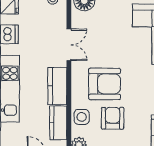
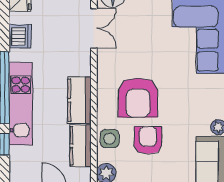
double door: (69, 45) -> (94, 28), moved
armchair: (105, 84) -> (138, 98), turned 90

